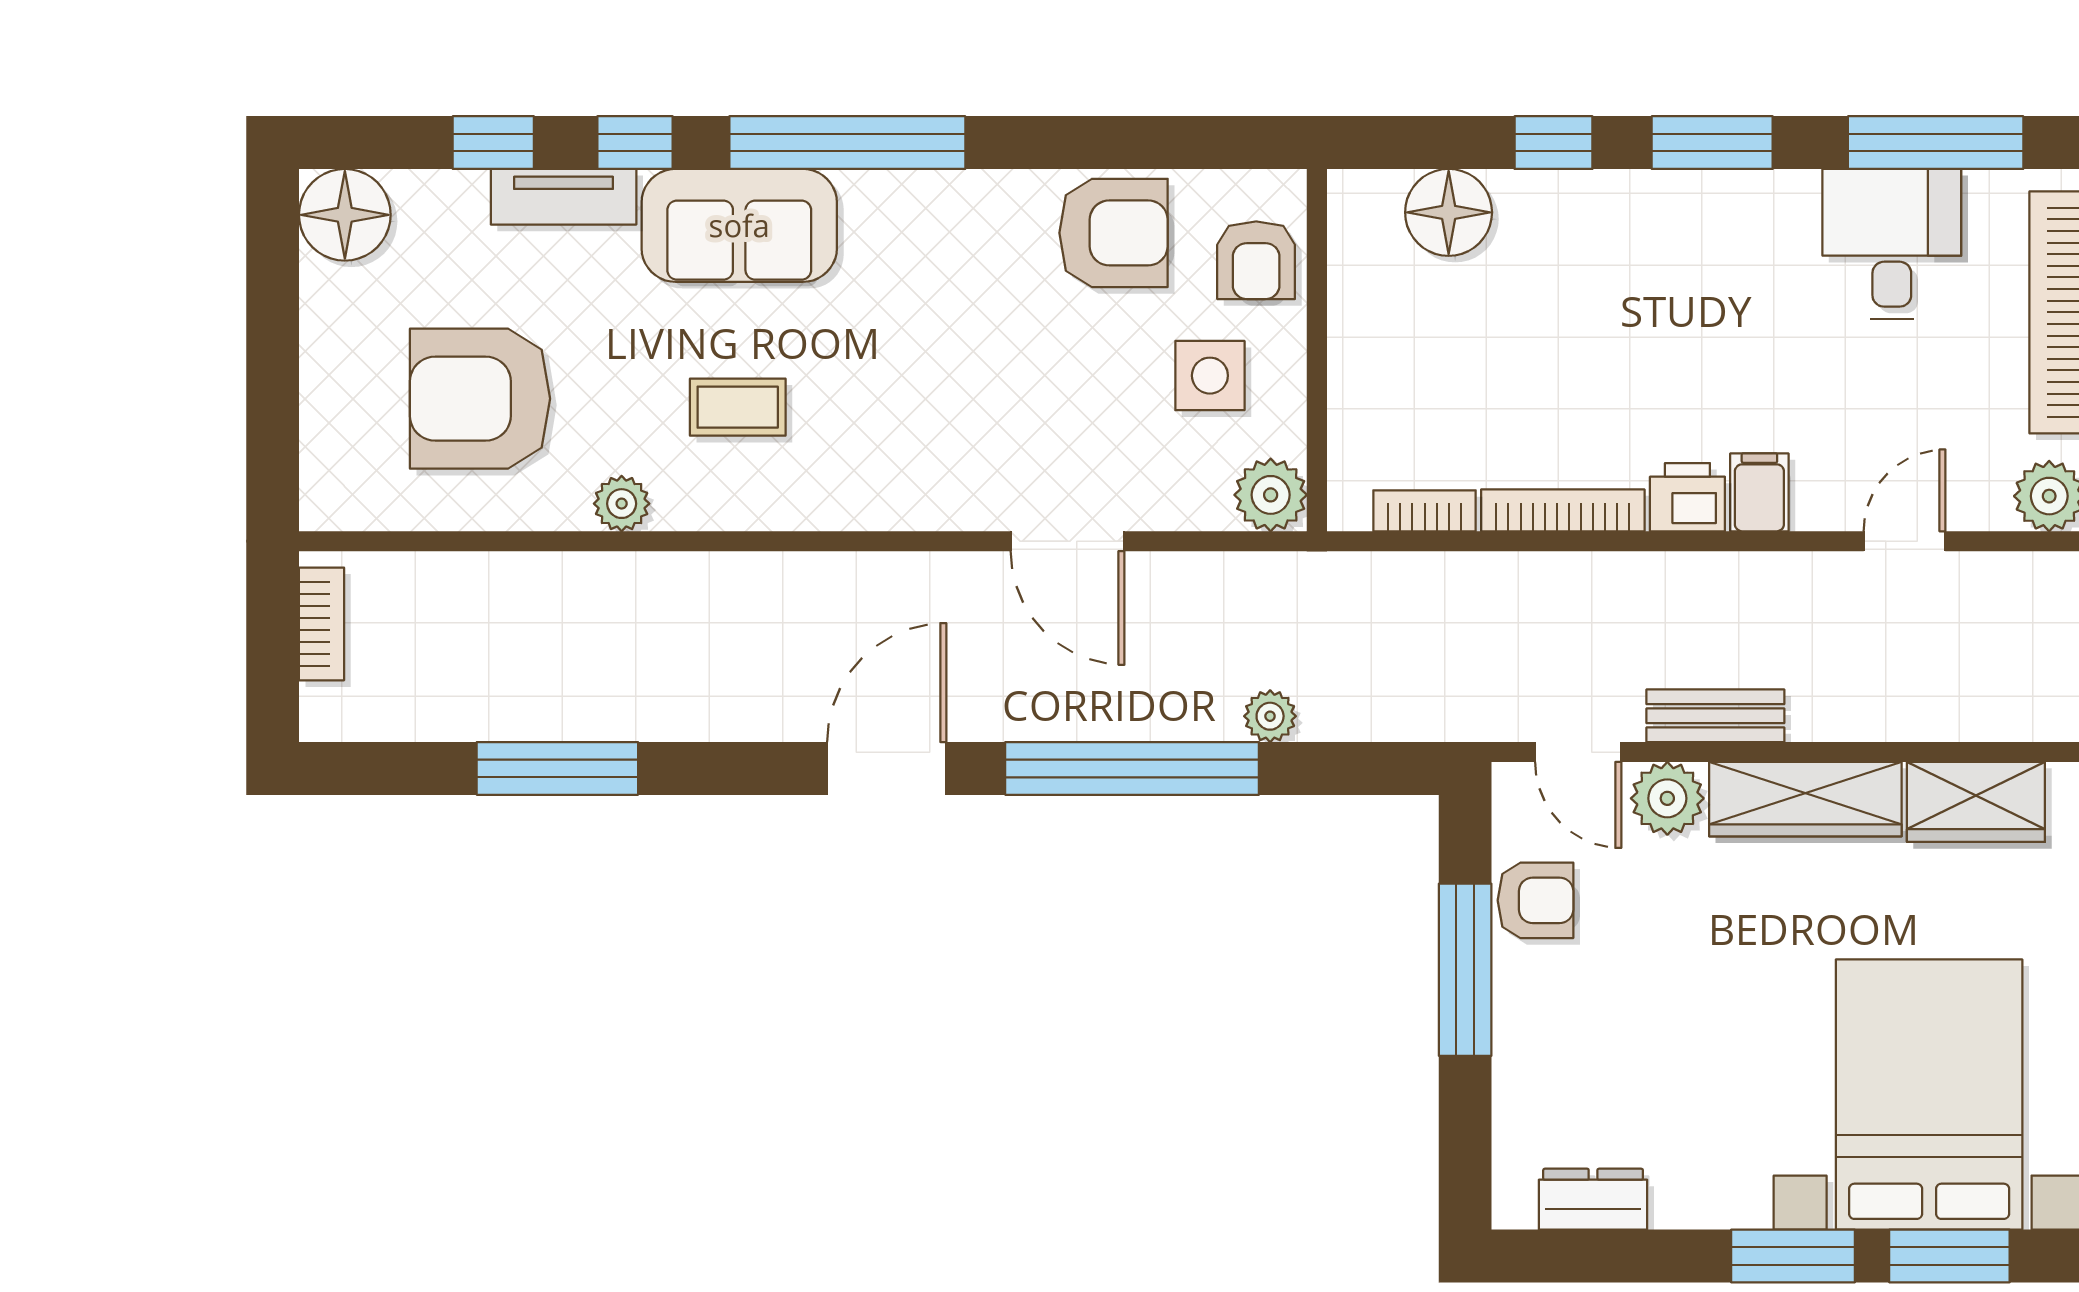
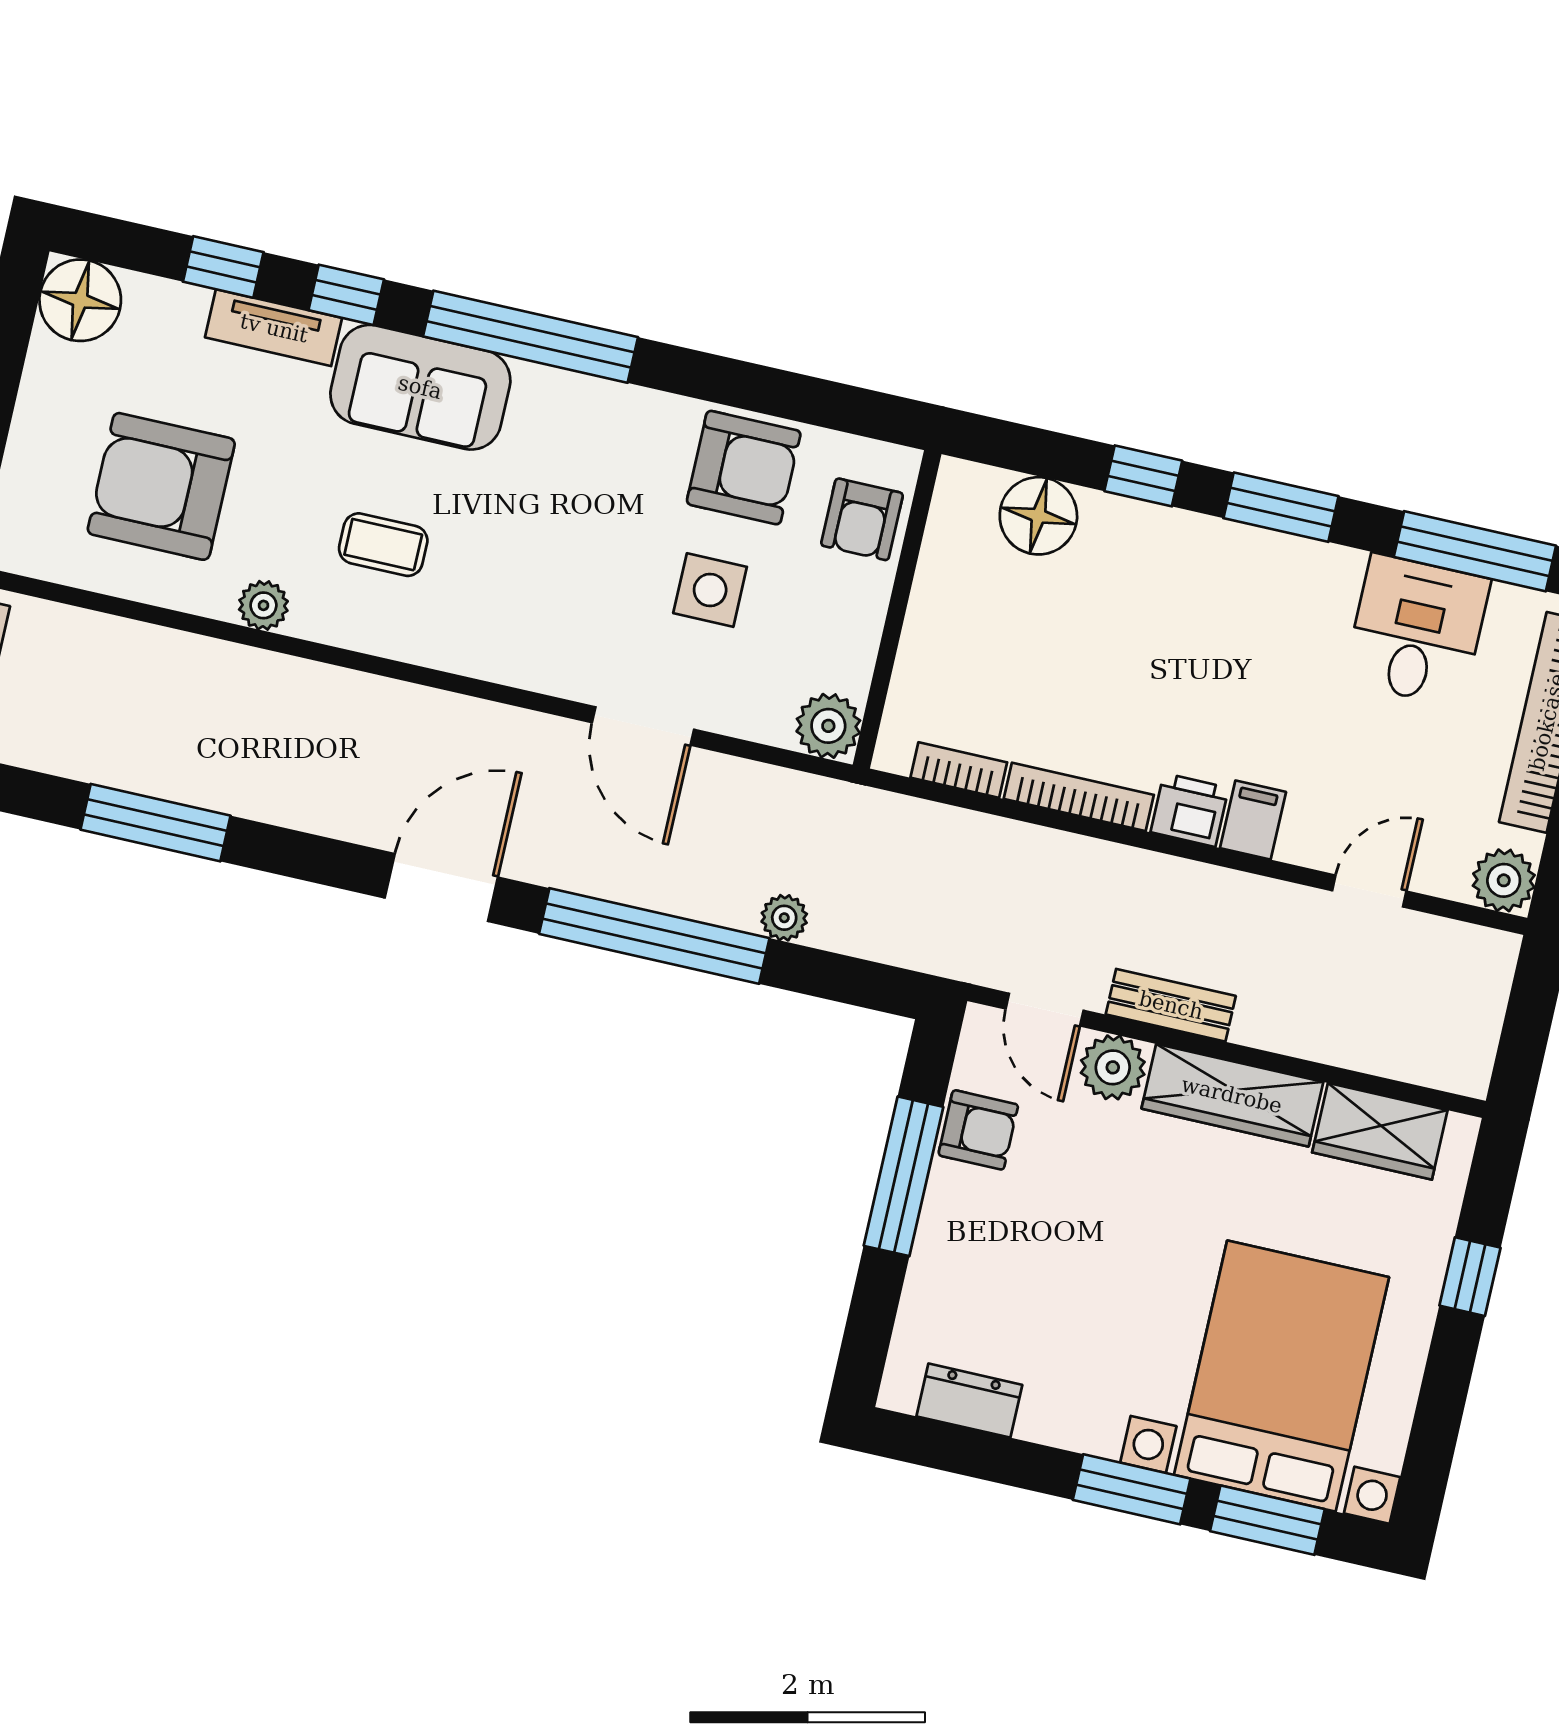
side table: (1210, 376) -> (710, 590), moved

